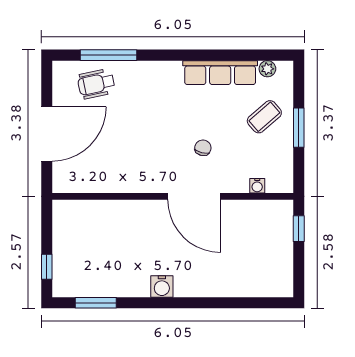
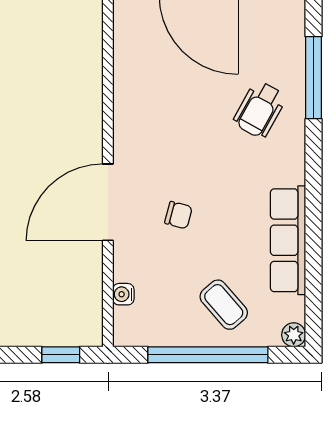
plant: (267, 69) -> (294, 335), moved
wheelchair: (96, 84) -> (260, 110), moved, turned -139
window: (299, 128) -> (208, 355), width x2.11

